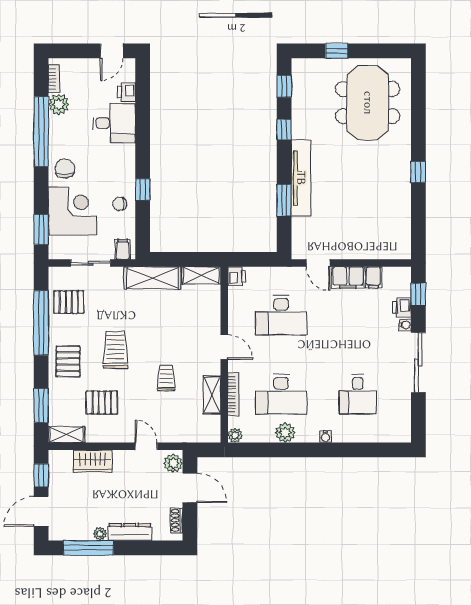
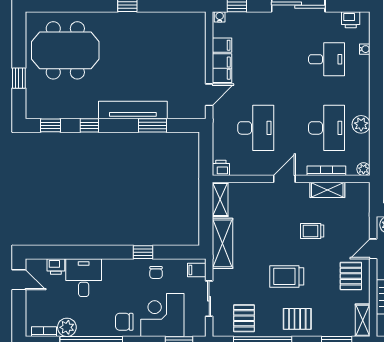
printer: (402, 307) -> (351, 20), moved
water cooler: (405, 325) -> (220, 17), moved
pallet: (102, 402) -> (351, 276), moved
water cooler: (326, 437) -> (365, 49), moved

